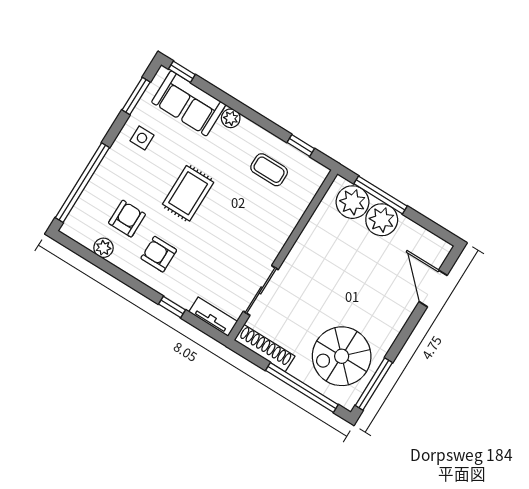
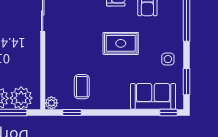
plant: (231, 118) -> (51, 103), moved
coffee table: (269, 170) -> (82, 87), turned 90
rug: (188, 193) -> (121, 43), turned 90

